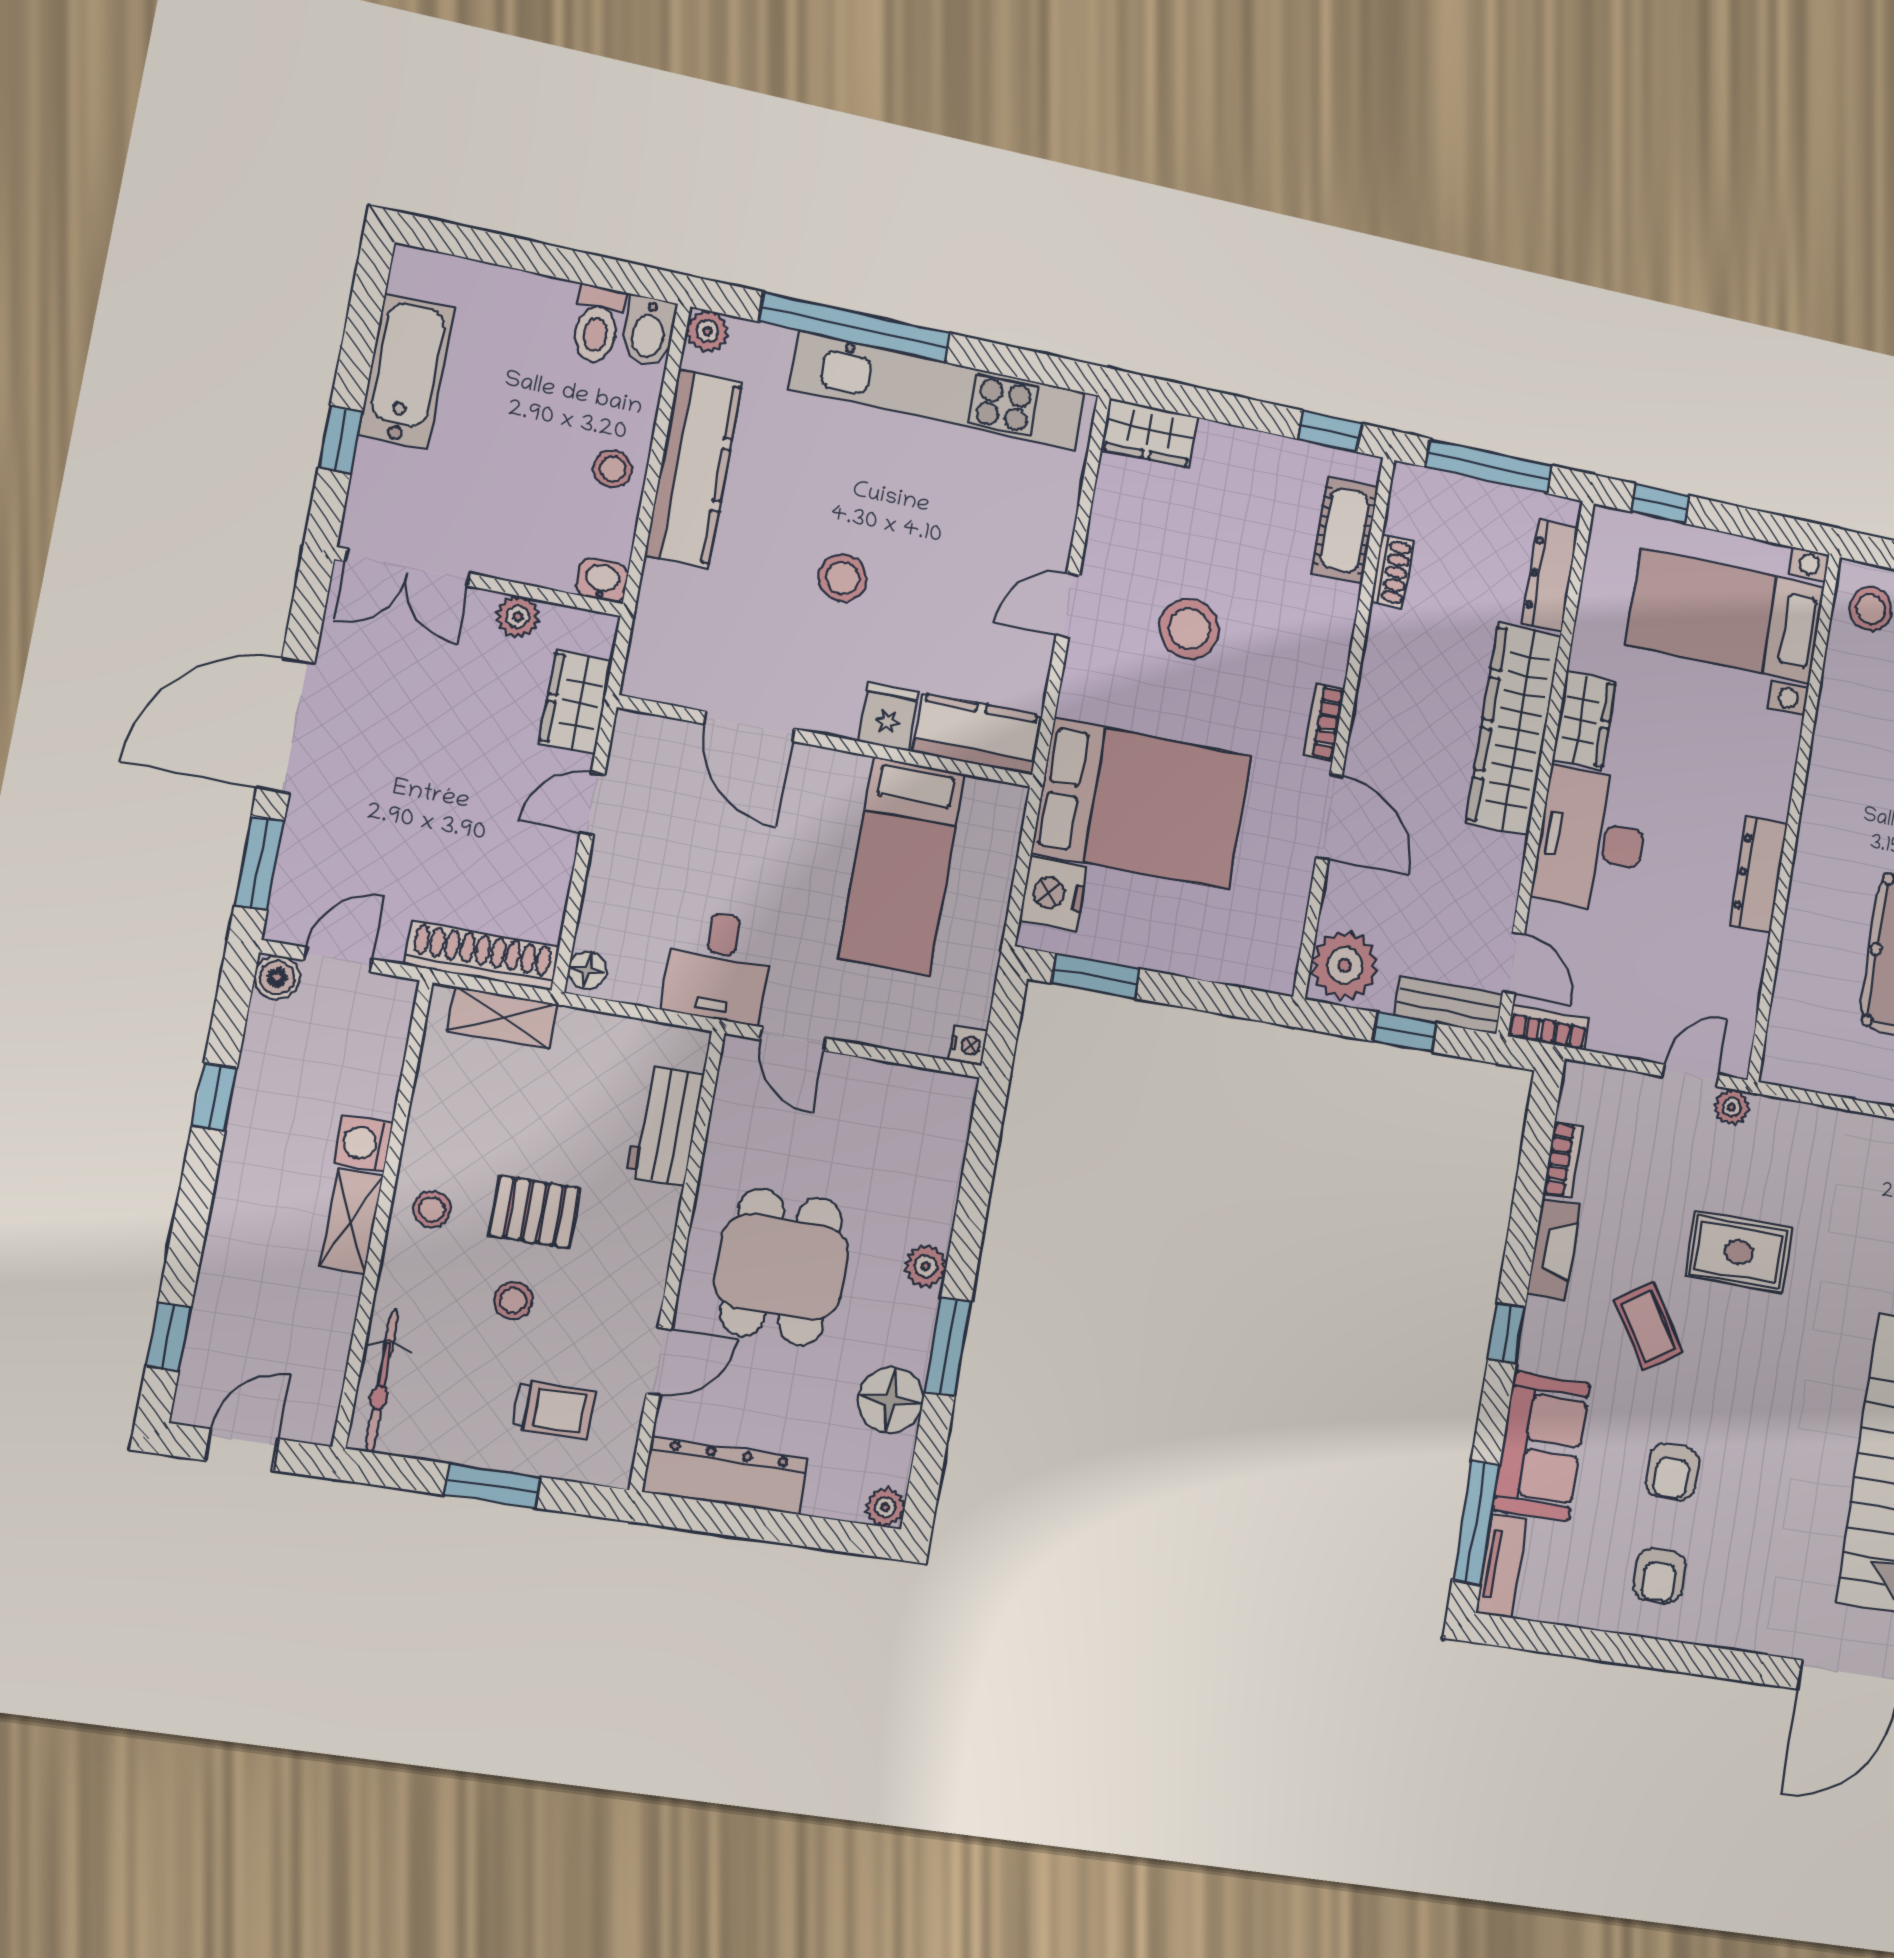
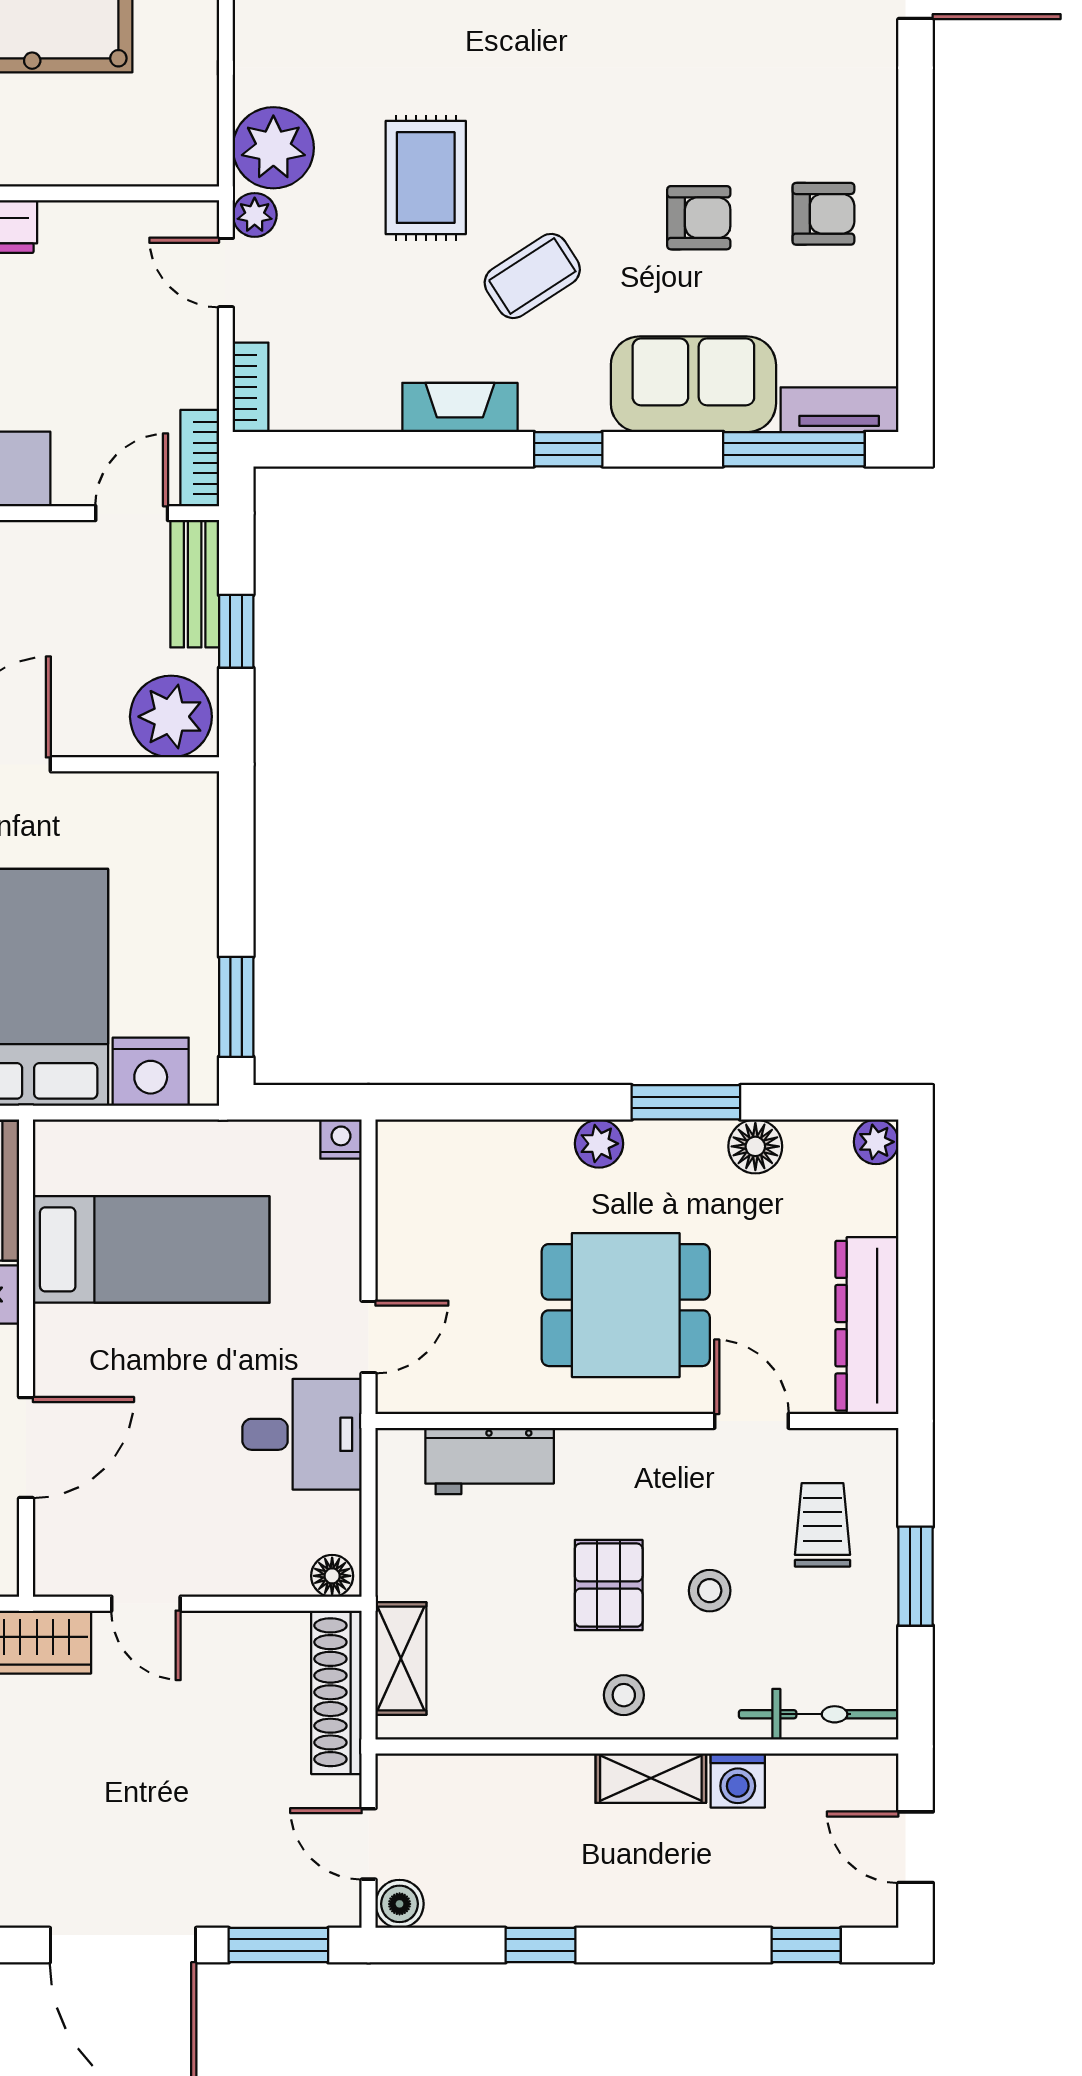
plant: (1781, 1132) -> (273, 148), added
washing machine: (364, 1143) -> (738, 1780), moved
bookcase: (1563, 1160) -> (251, 387), moved, turned 90
floor lamp: (891, 1400) -> (755, 1146), width x0.73, depth x0.73

